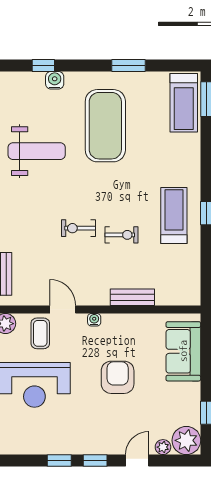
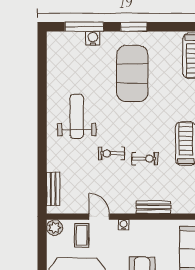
window: (43, 66) -> (84, 27), width x2.17
window: (128, 66) -> (134, 27), moved
weight bench: (37, 151) -> (77, 116), moved, turned -90

